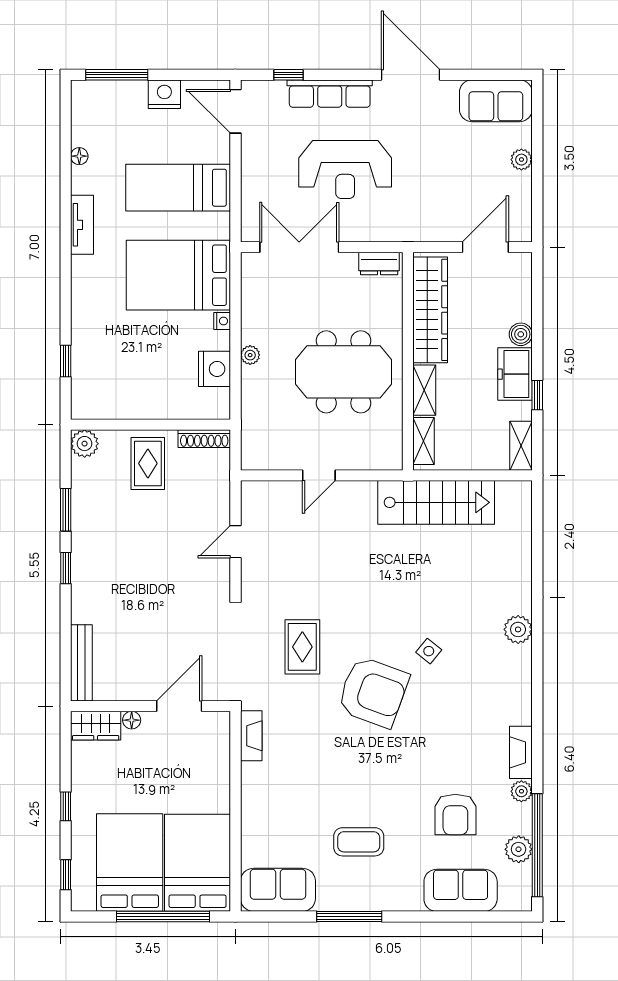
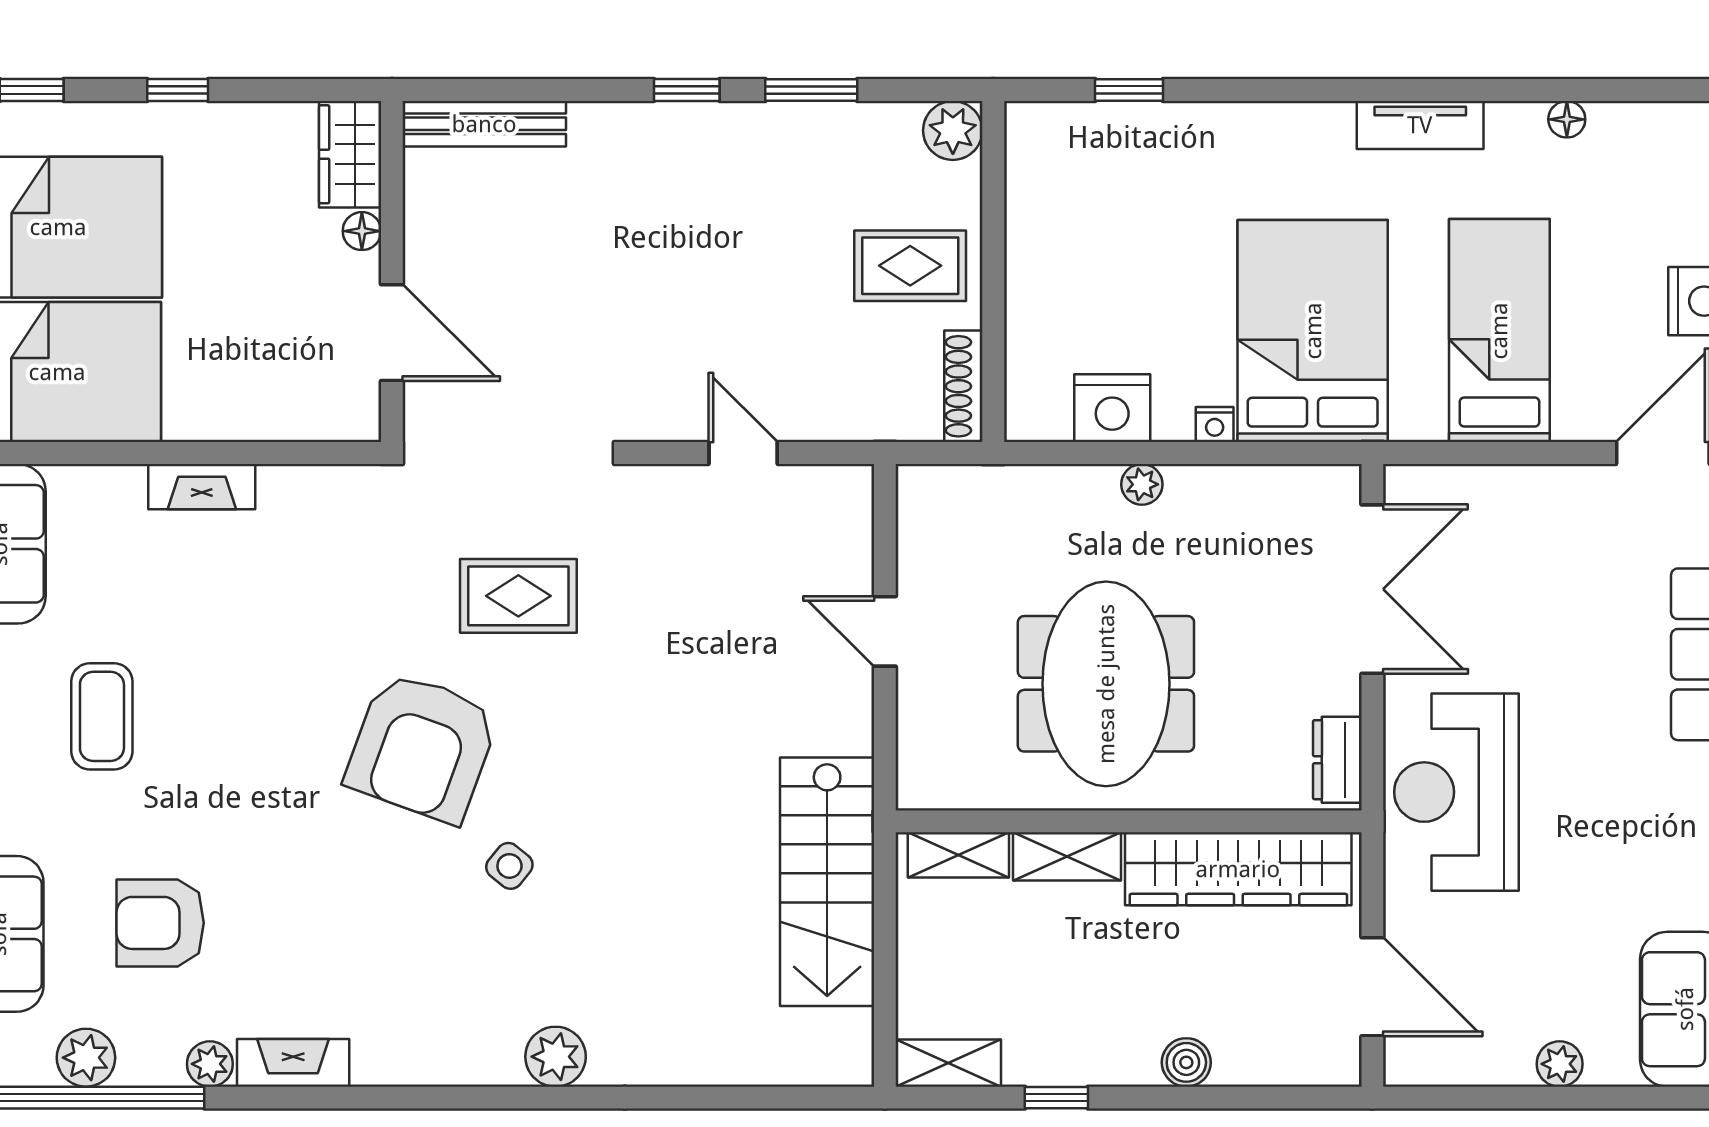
reception desk: (345, 170) -> (1456, 792), moved
freezer: (515, 374) -> (1101, 1050), removed
fireplace: (251, 736) -> (202, 487), moved

